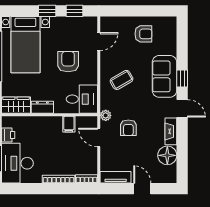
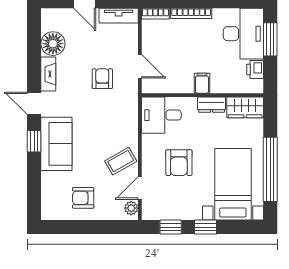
coffee table: (122, 80) -> (121, 161), moved
plant: (106, 115) -> (131, 208), moved
filing cabinet: (69, 124) -> (202, 83), moved

